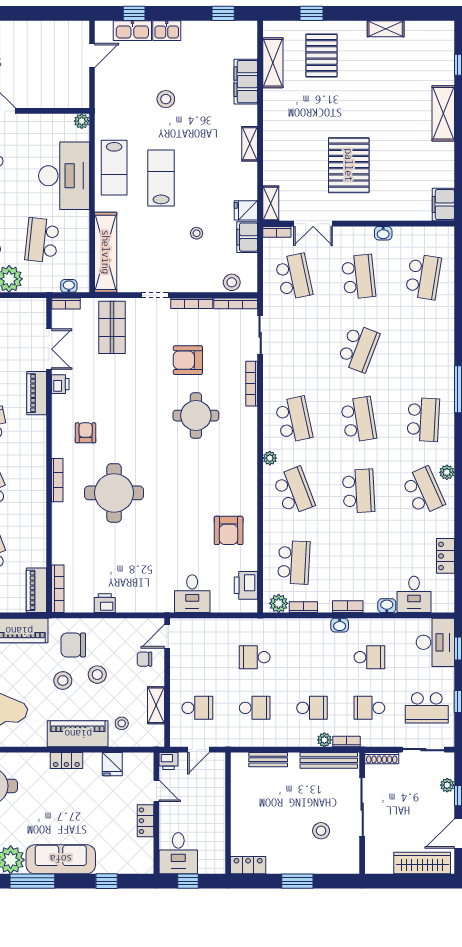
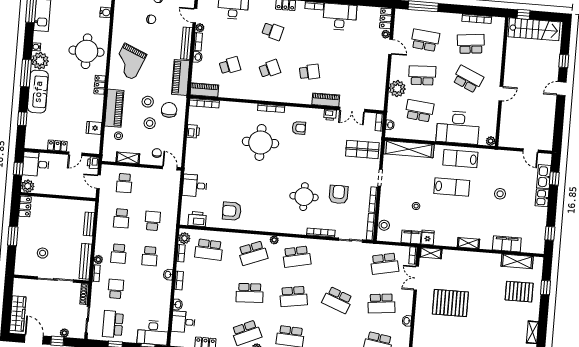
school desk: (369, 657) -> (150, 256), moved
locker: (66, 760) -> (100, 85), moved
plant: (215, 863) -> (28, 186), added

